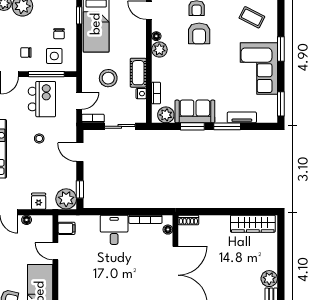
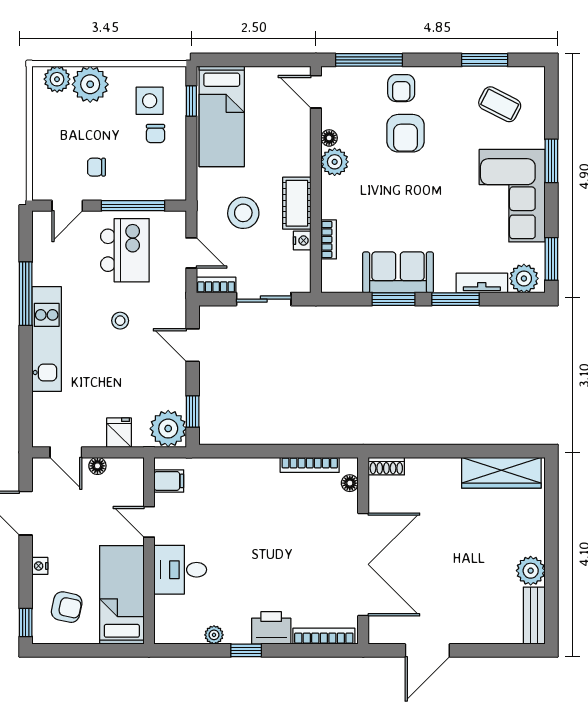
side table: (54, 56) -> (150, 101), moved
door: (79, 101) -> (191, 253), hinge flipped
plant: (166, 115) -> (524, 278), moved
desk: (114, 230) -> (180, 570), moved, turned -90

